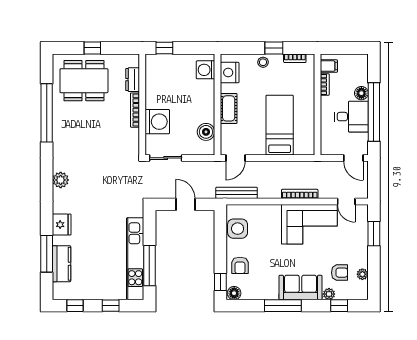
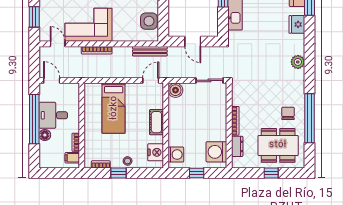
window: (164, 48) -> (197, 173), moved
chair: (72, 119) -> (288, 113), added
washing machine: (157, 122) -> (216, 152), moved
boiler: (206, 132) -> (175, 90), moved

